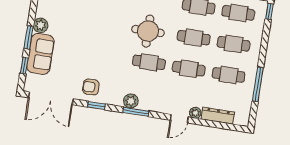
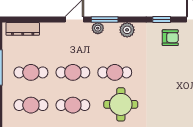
window: (136, 112) -> (105, 20), moved
plant: (195, 113) -> (98, 28), moved
dresser: (218, 116) -> (23, 29), moved

